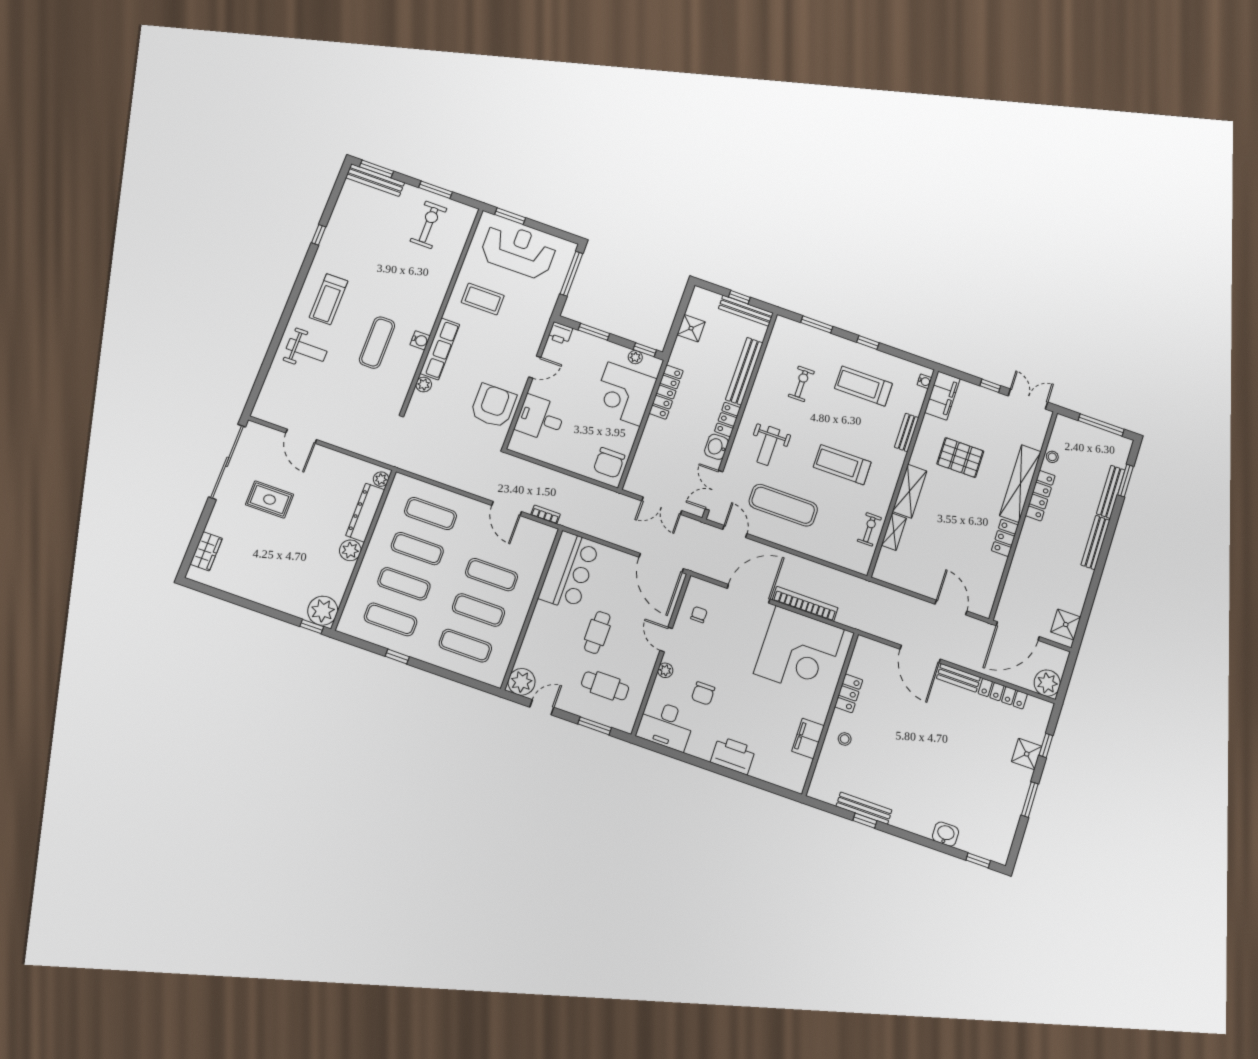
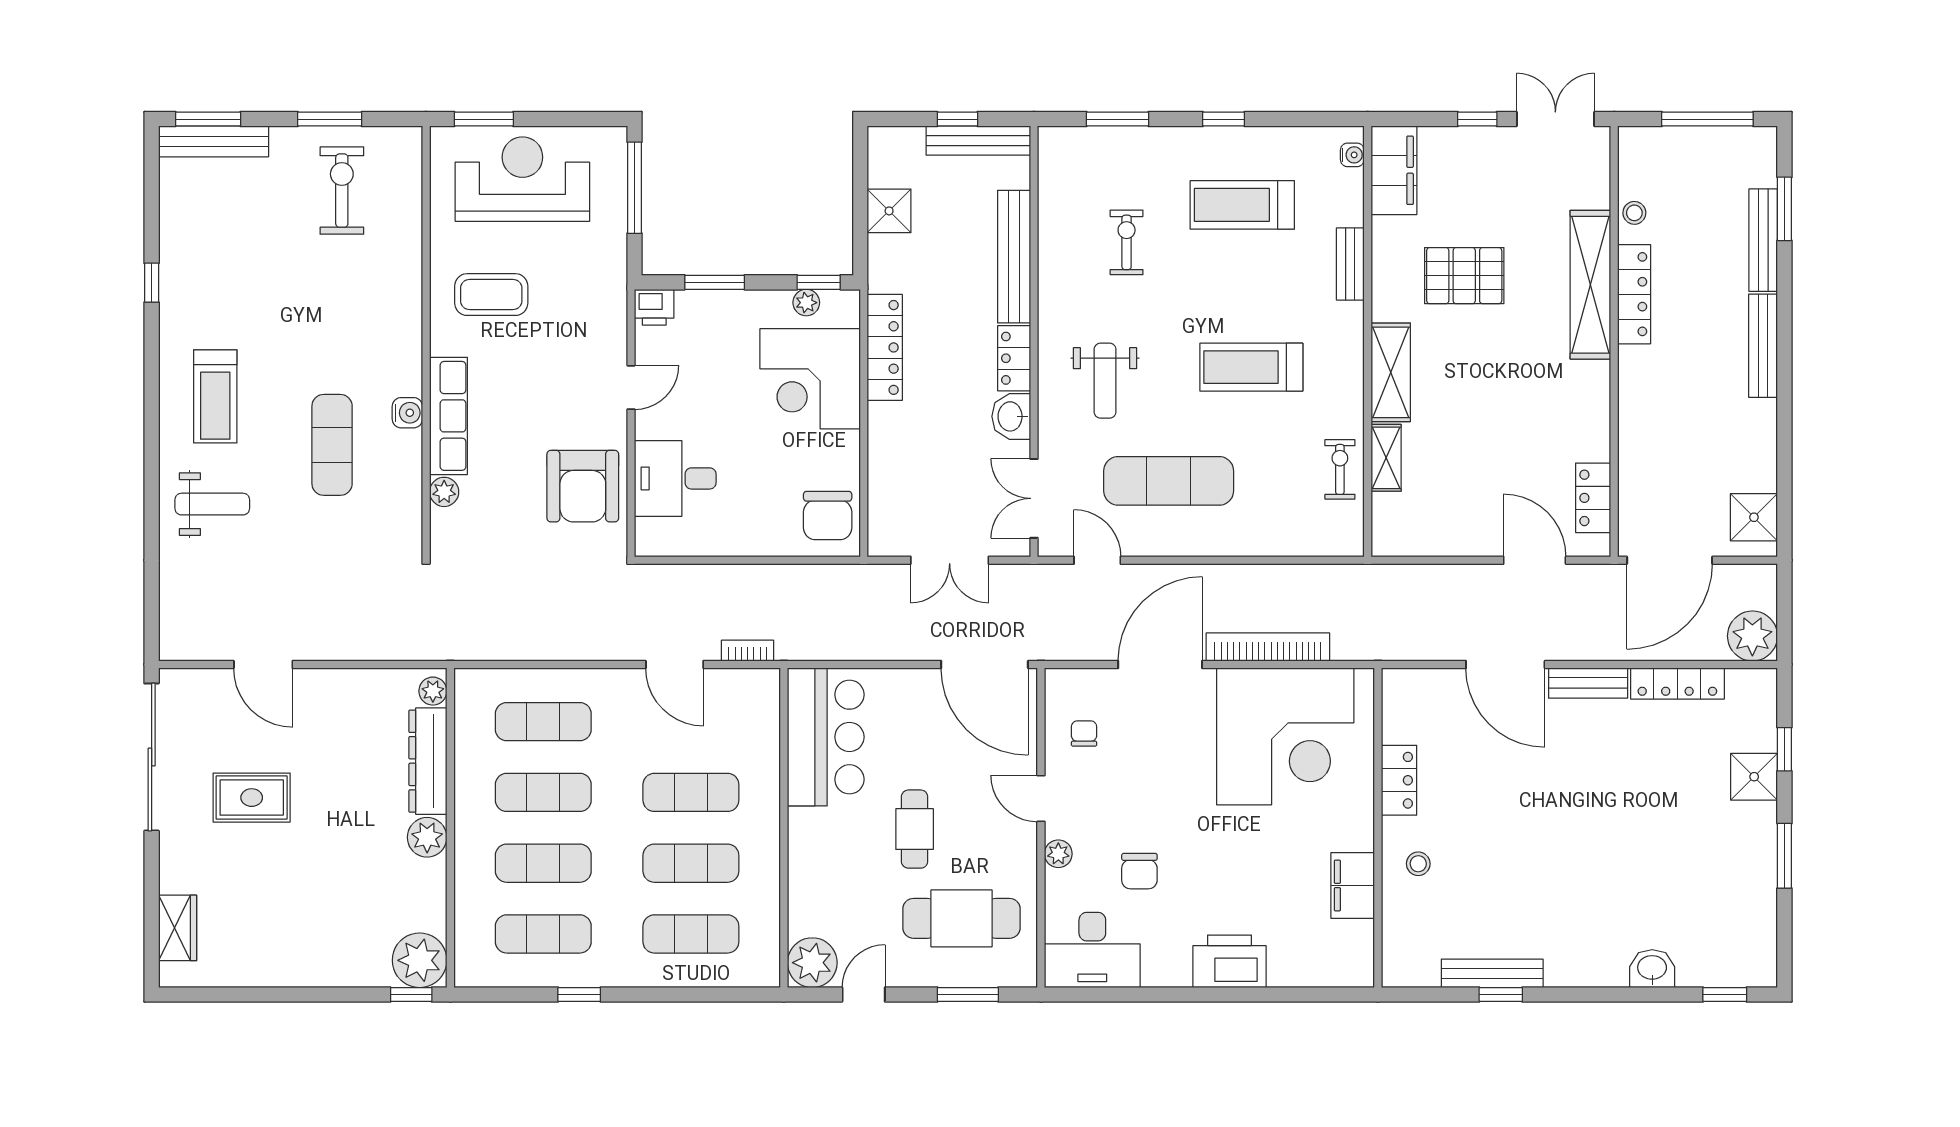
armchair: (493, 406) -> (583, 486), turned 180
locker: (1005, 538) -> (1593, 498), moved
cafe table: (605, 686) -> (962, 918), width x1.37, depth x1.35

